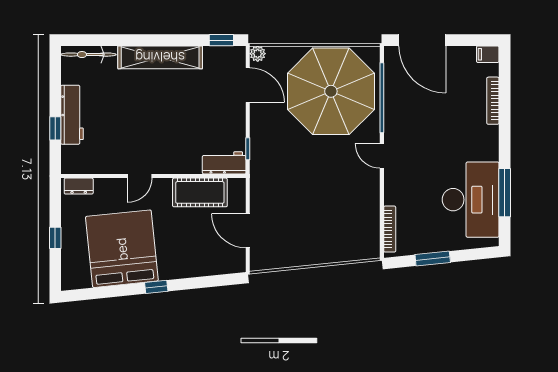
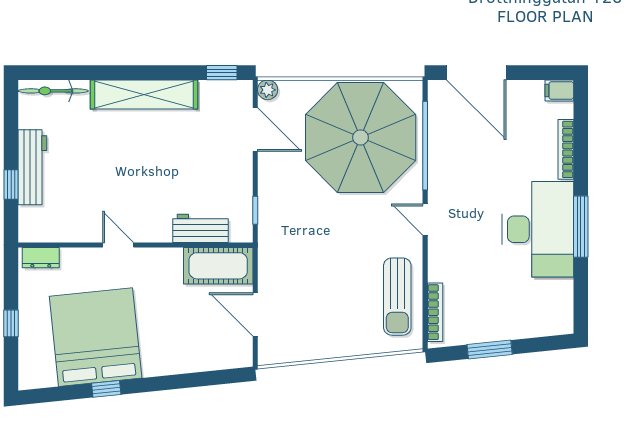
workbench: (224, 163) -> (201, 228), moved
door: (140, 176) -> (118, 245), swing flipped
cot: (200, 192) -> (218, 266), moved
window: (505, 193) -> (581, 227), moved
desk: (471, 200) -> (538, 229), moved
sun lounger: (360, 217) -> (397, 297), added
window: (156, 287) -> (106, 389), moved

